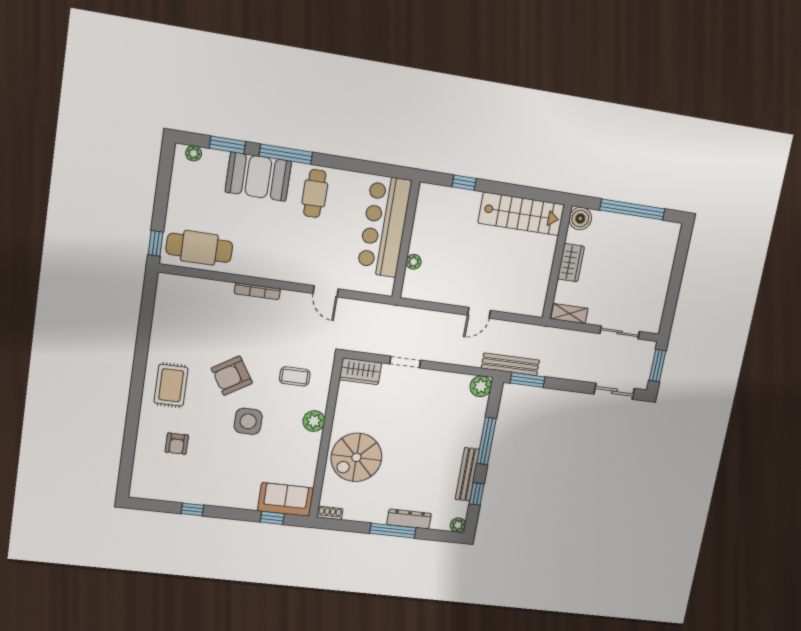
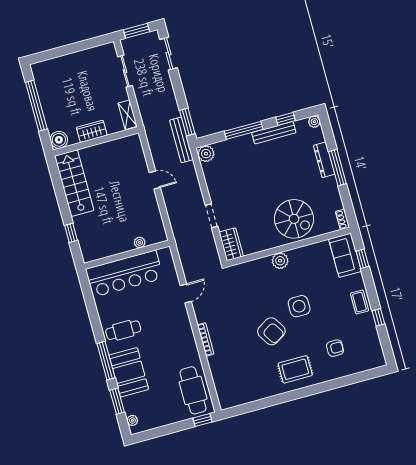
coffee table: (295, 376) -> (359, 302), moved

